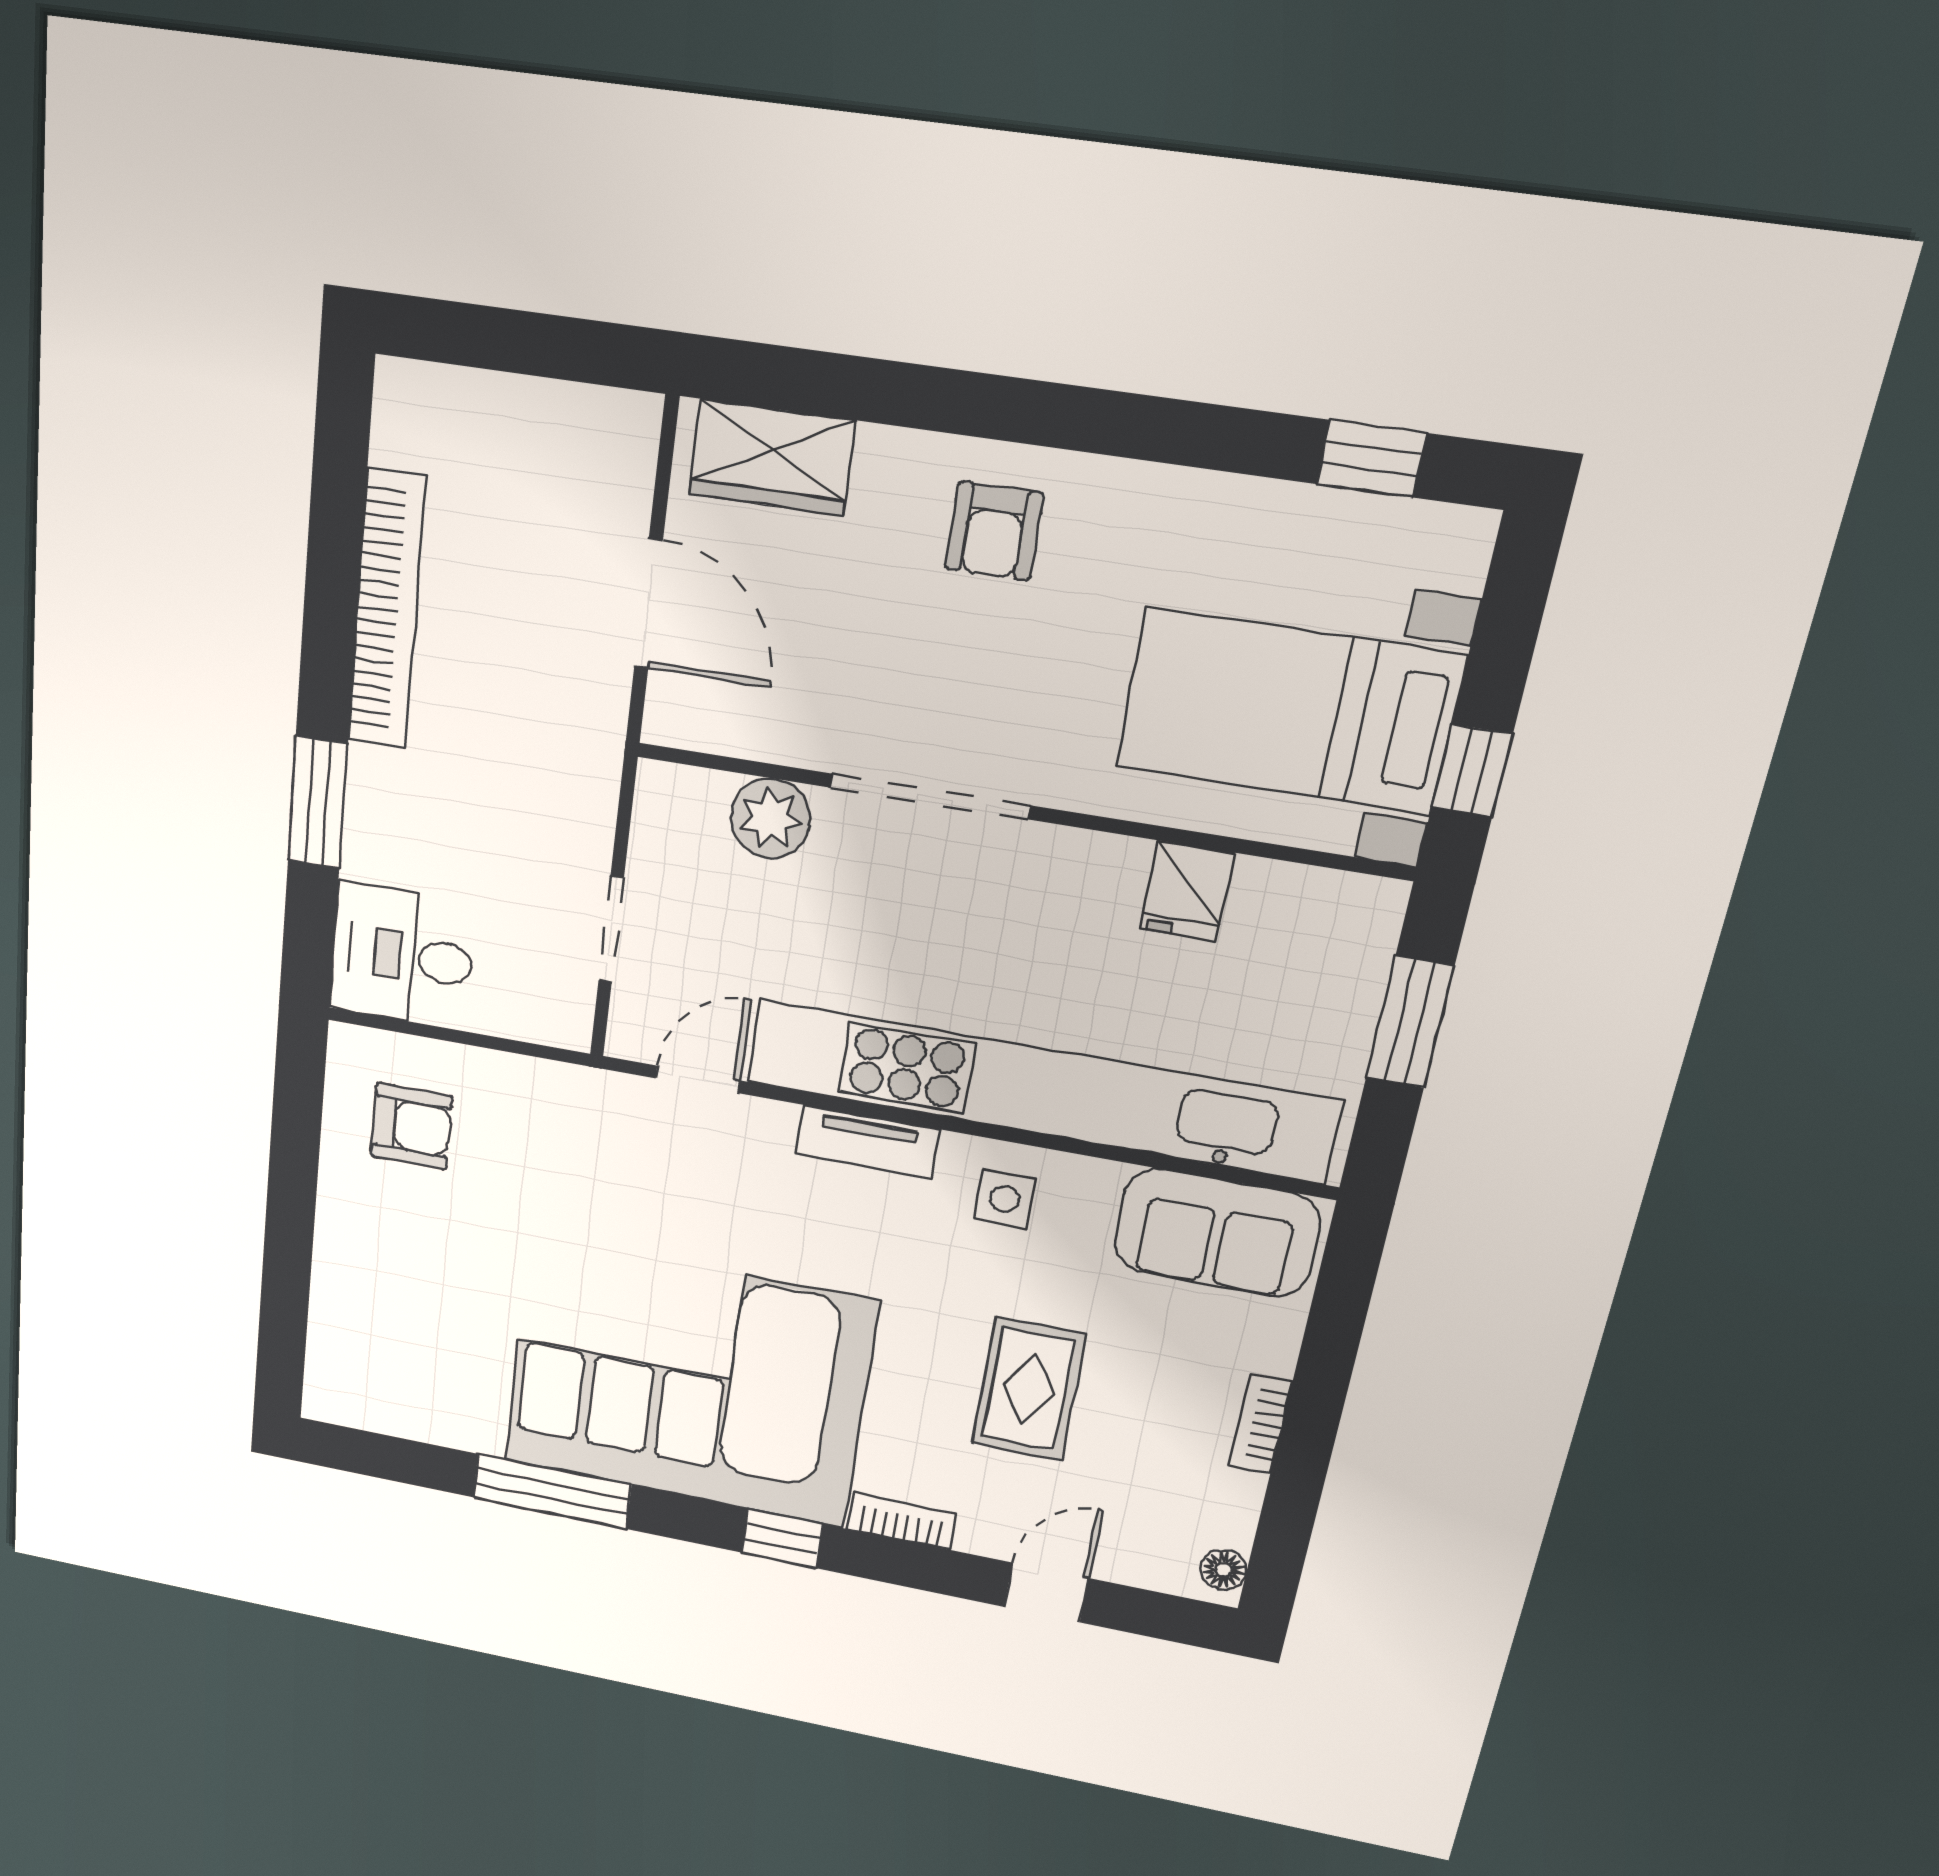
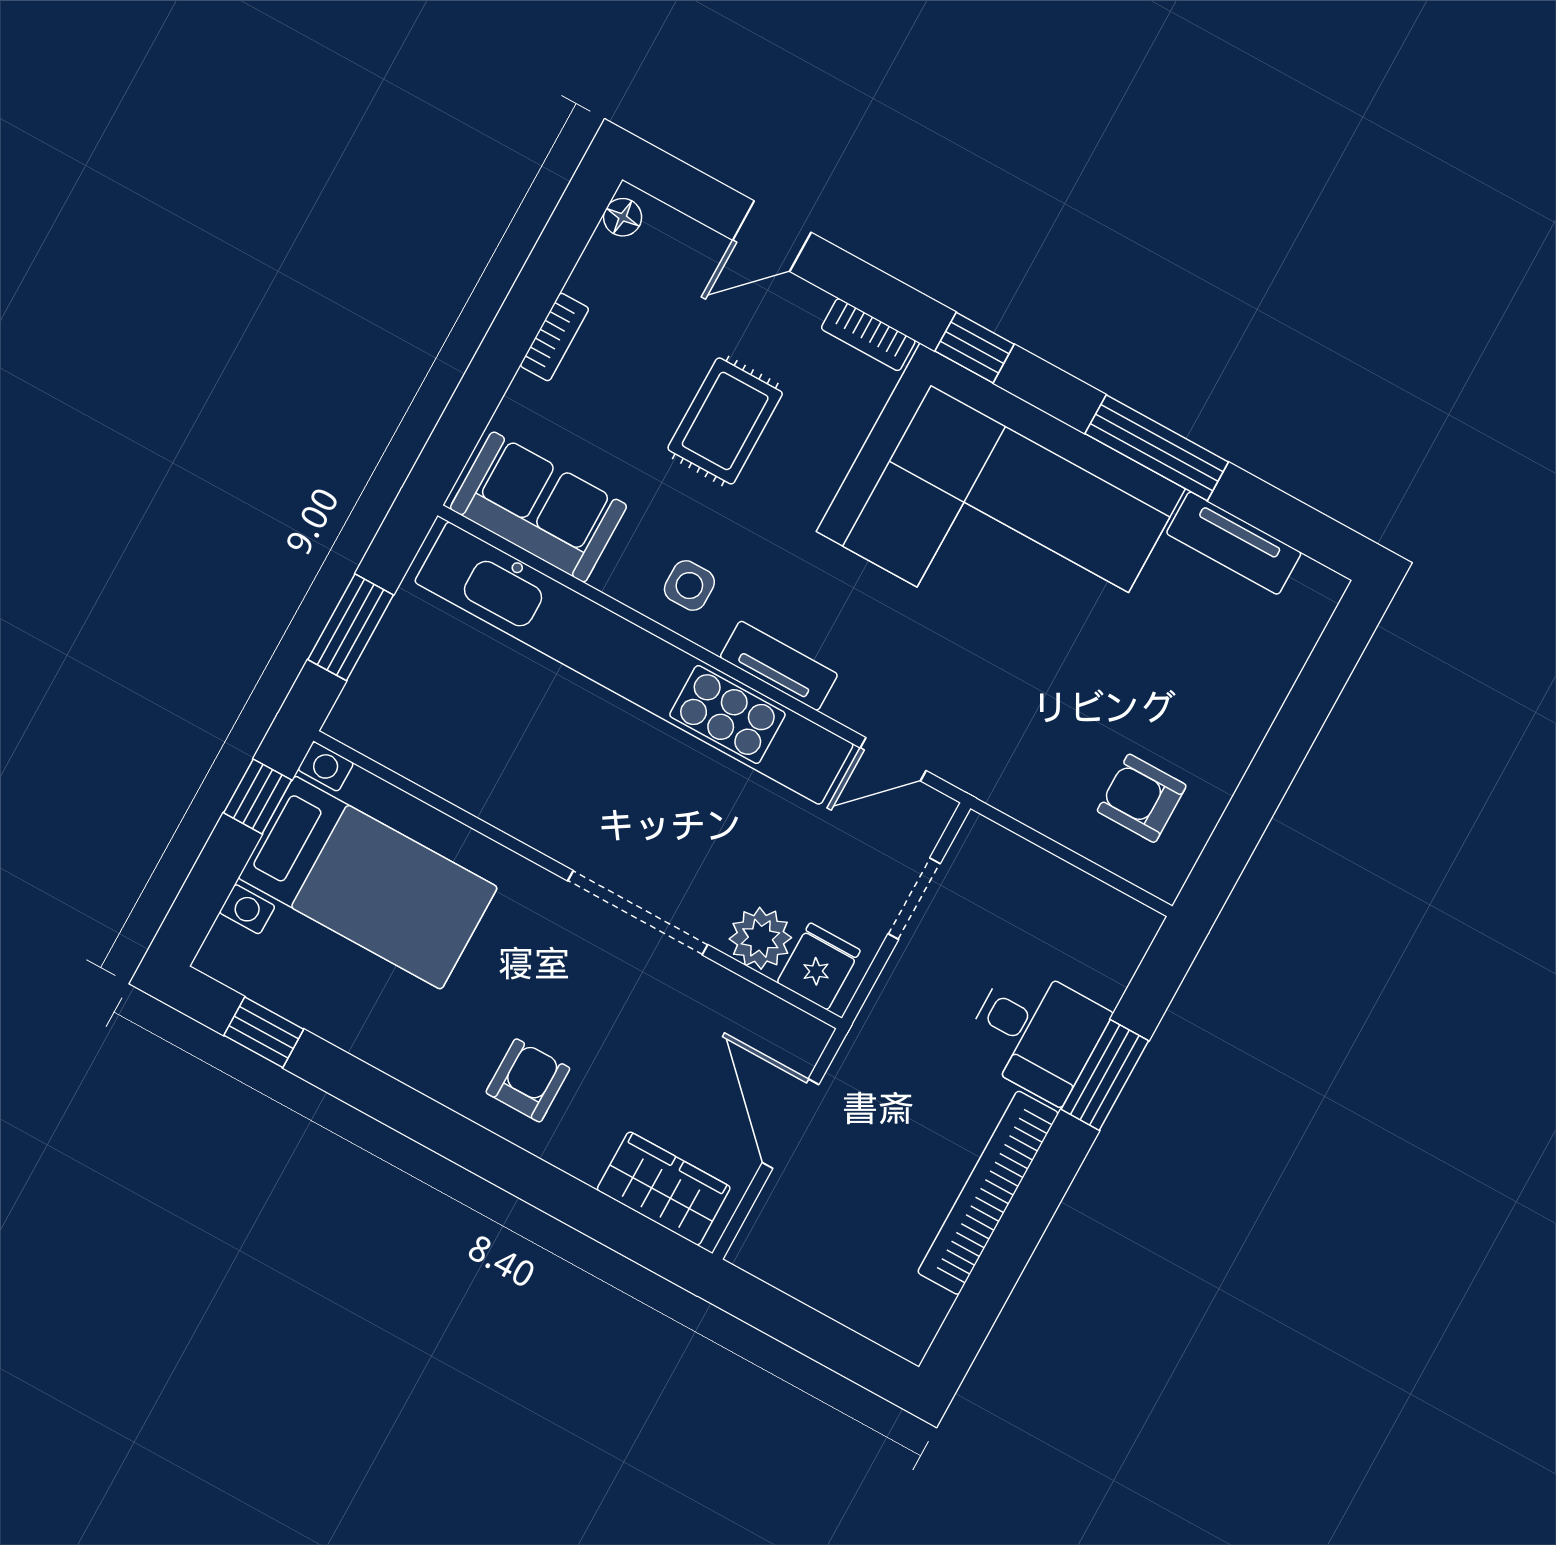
fridge: (1187, 891) -> (819, 966), moved
desk: (402, 956) -> (1036, 1032), moved
tv unit: (433, 1419) -> (1234, 543), added

